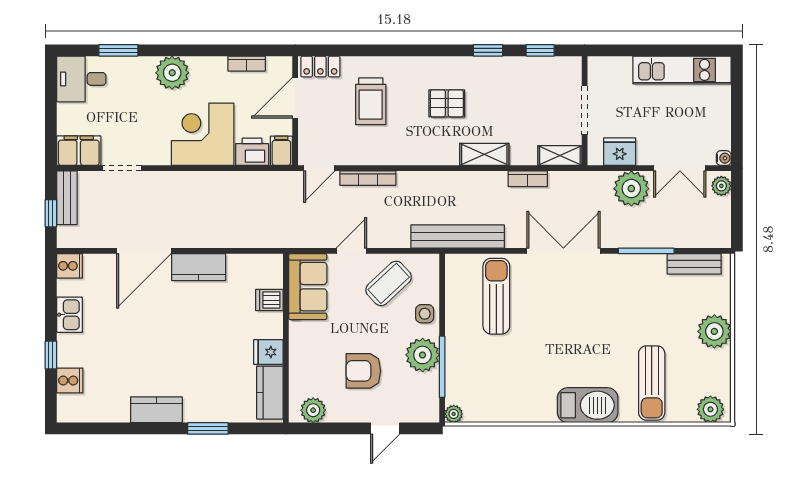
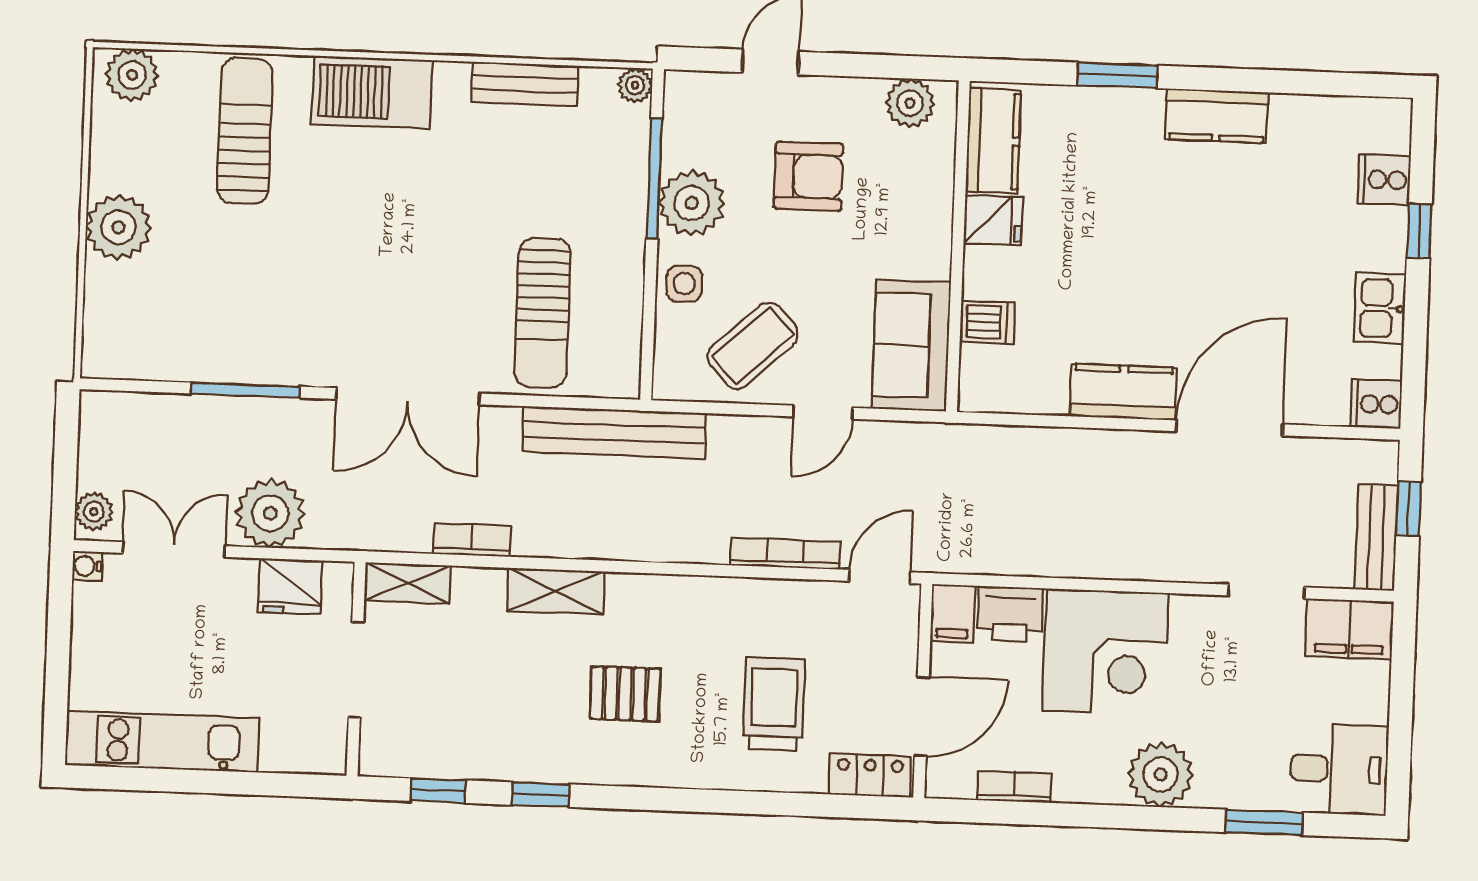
bench: (694, 264) -> (525, 84), moved

